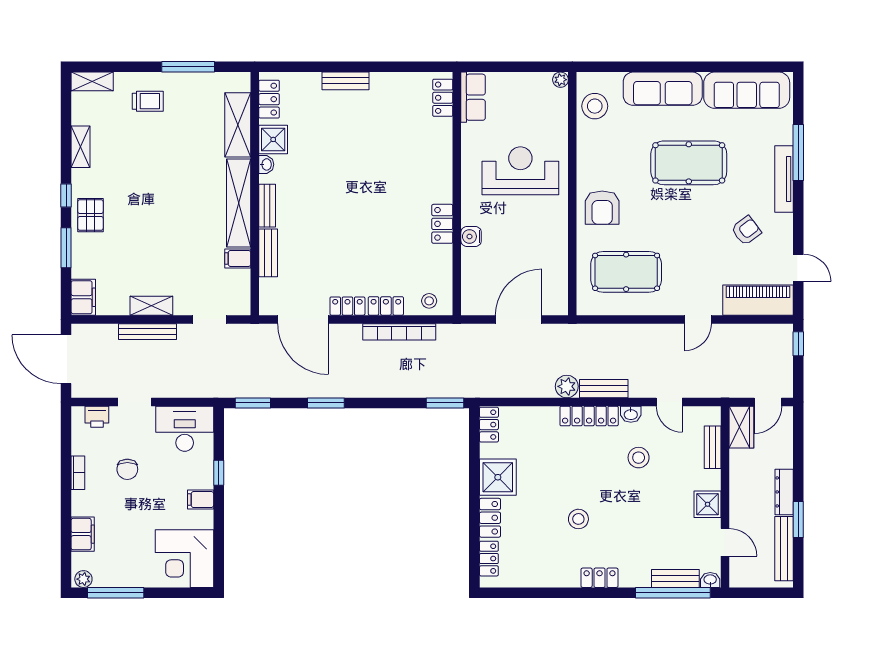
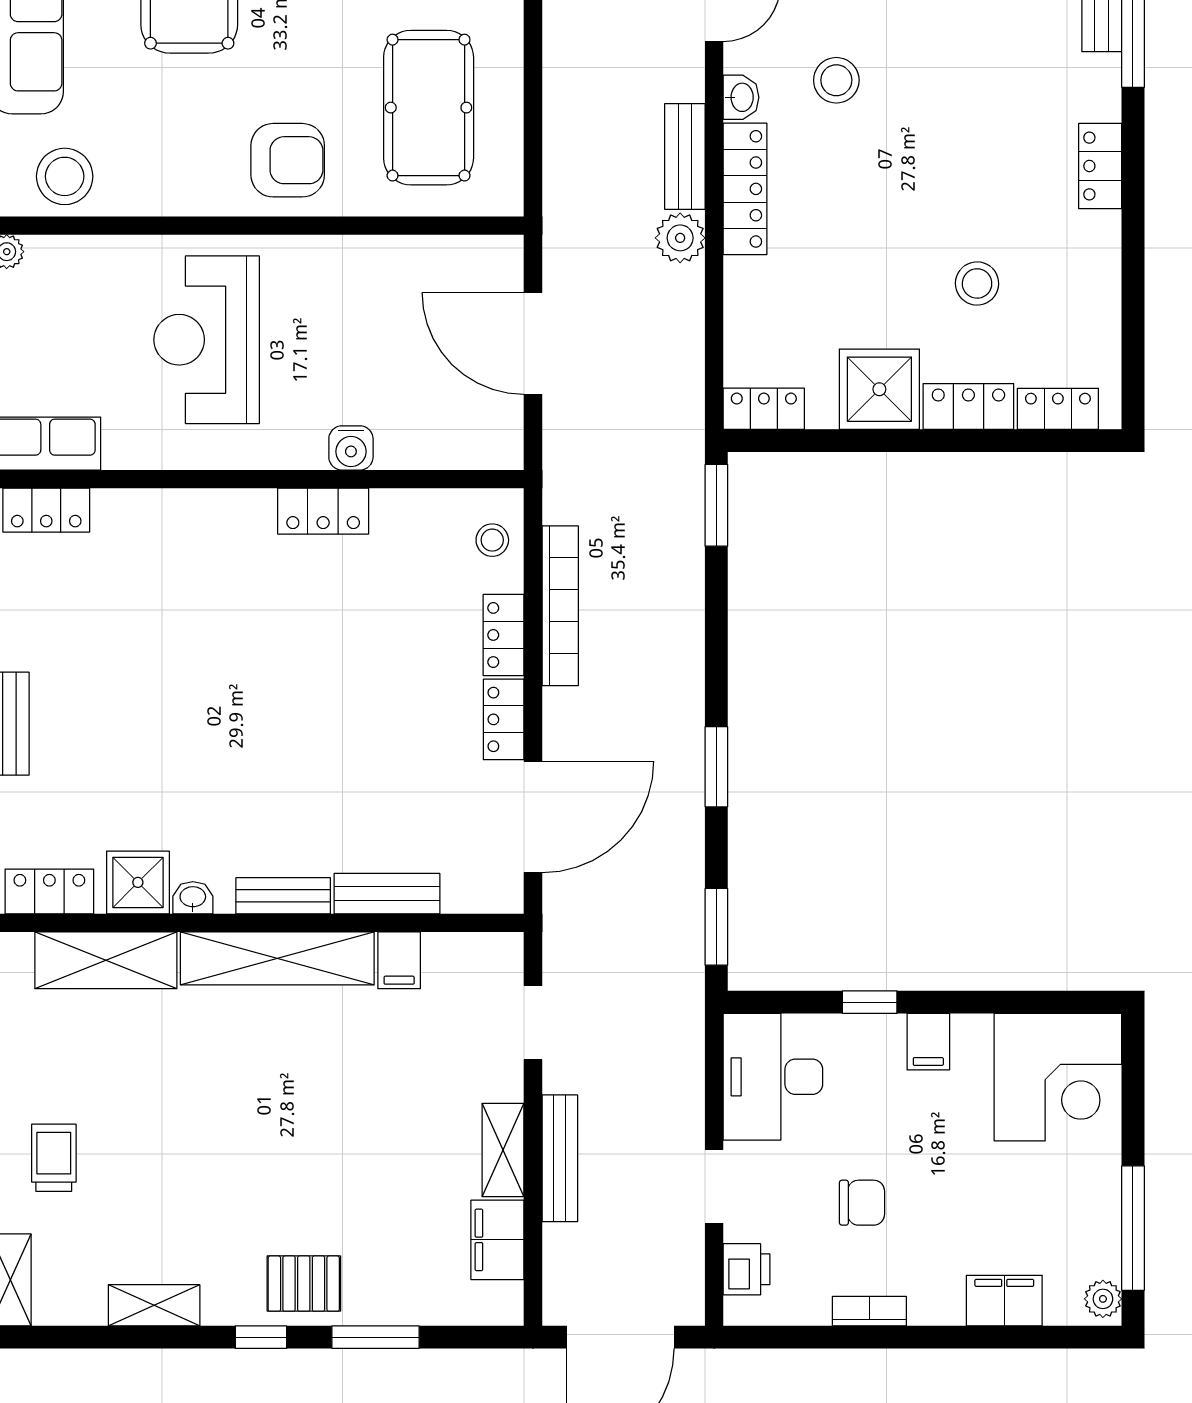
filing cabinet: (83, 297) -> (497, 1240), moved, turned -90
stool: (578, 519) -> (977, 283), moved

